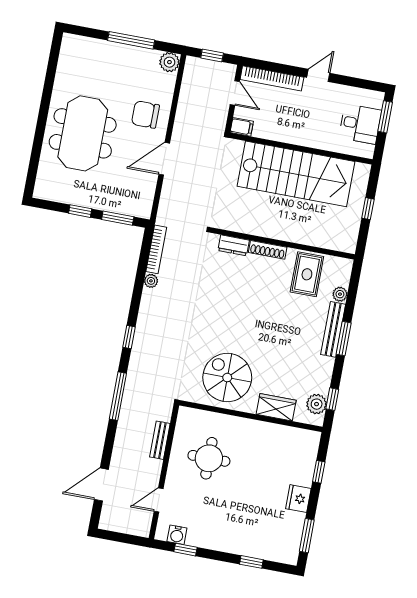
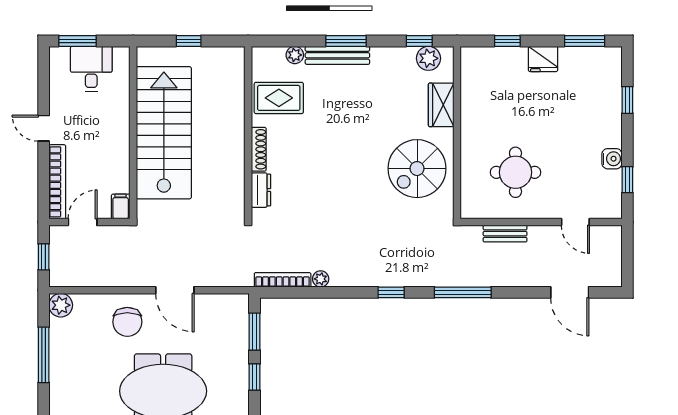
water cooler: (177, 535) -> (612, 159), moved

